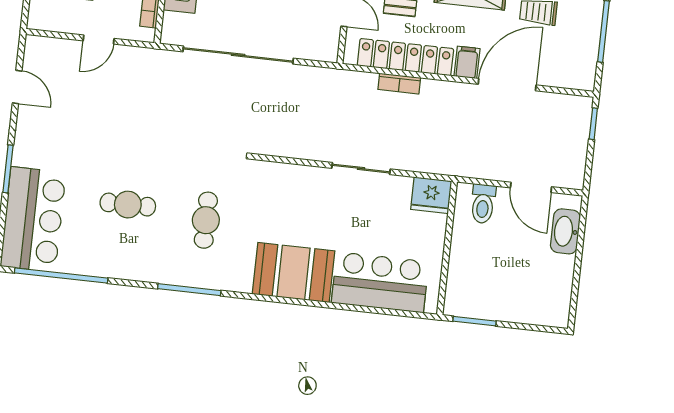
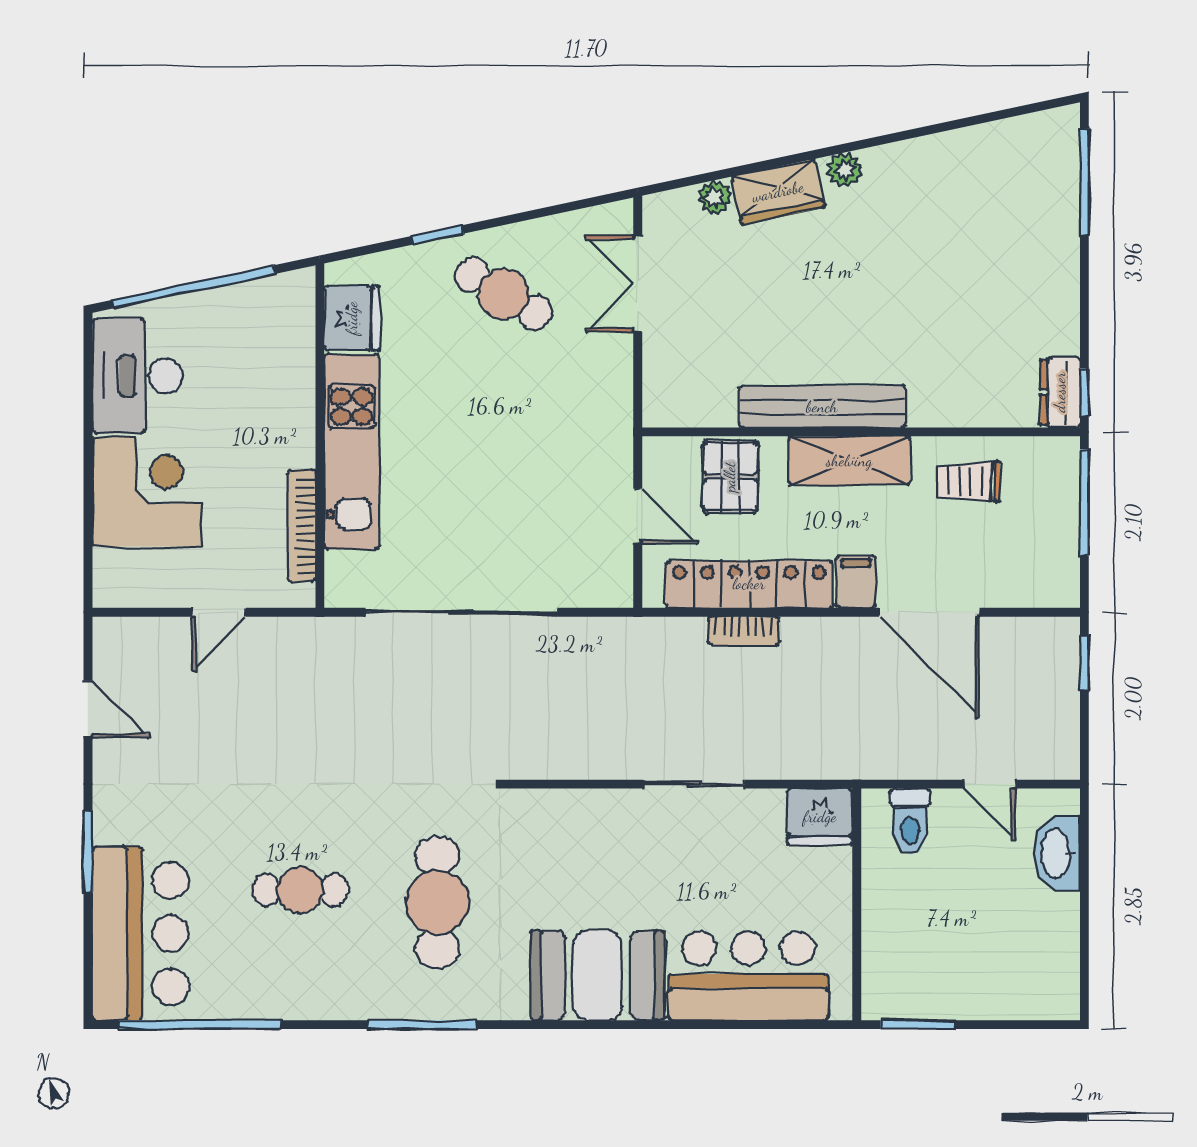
door: (507, 85) -> (929, 612), swing flipped
door: (531, 187) -> (990, 784), width x0.73
cafe table: (206, 220) -> (437, 902), width x1.37, depth x1.35

